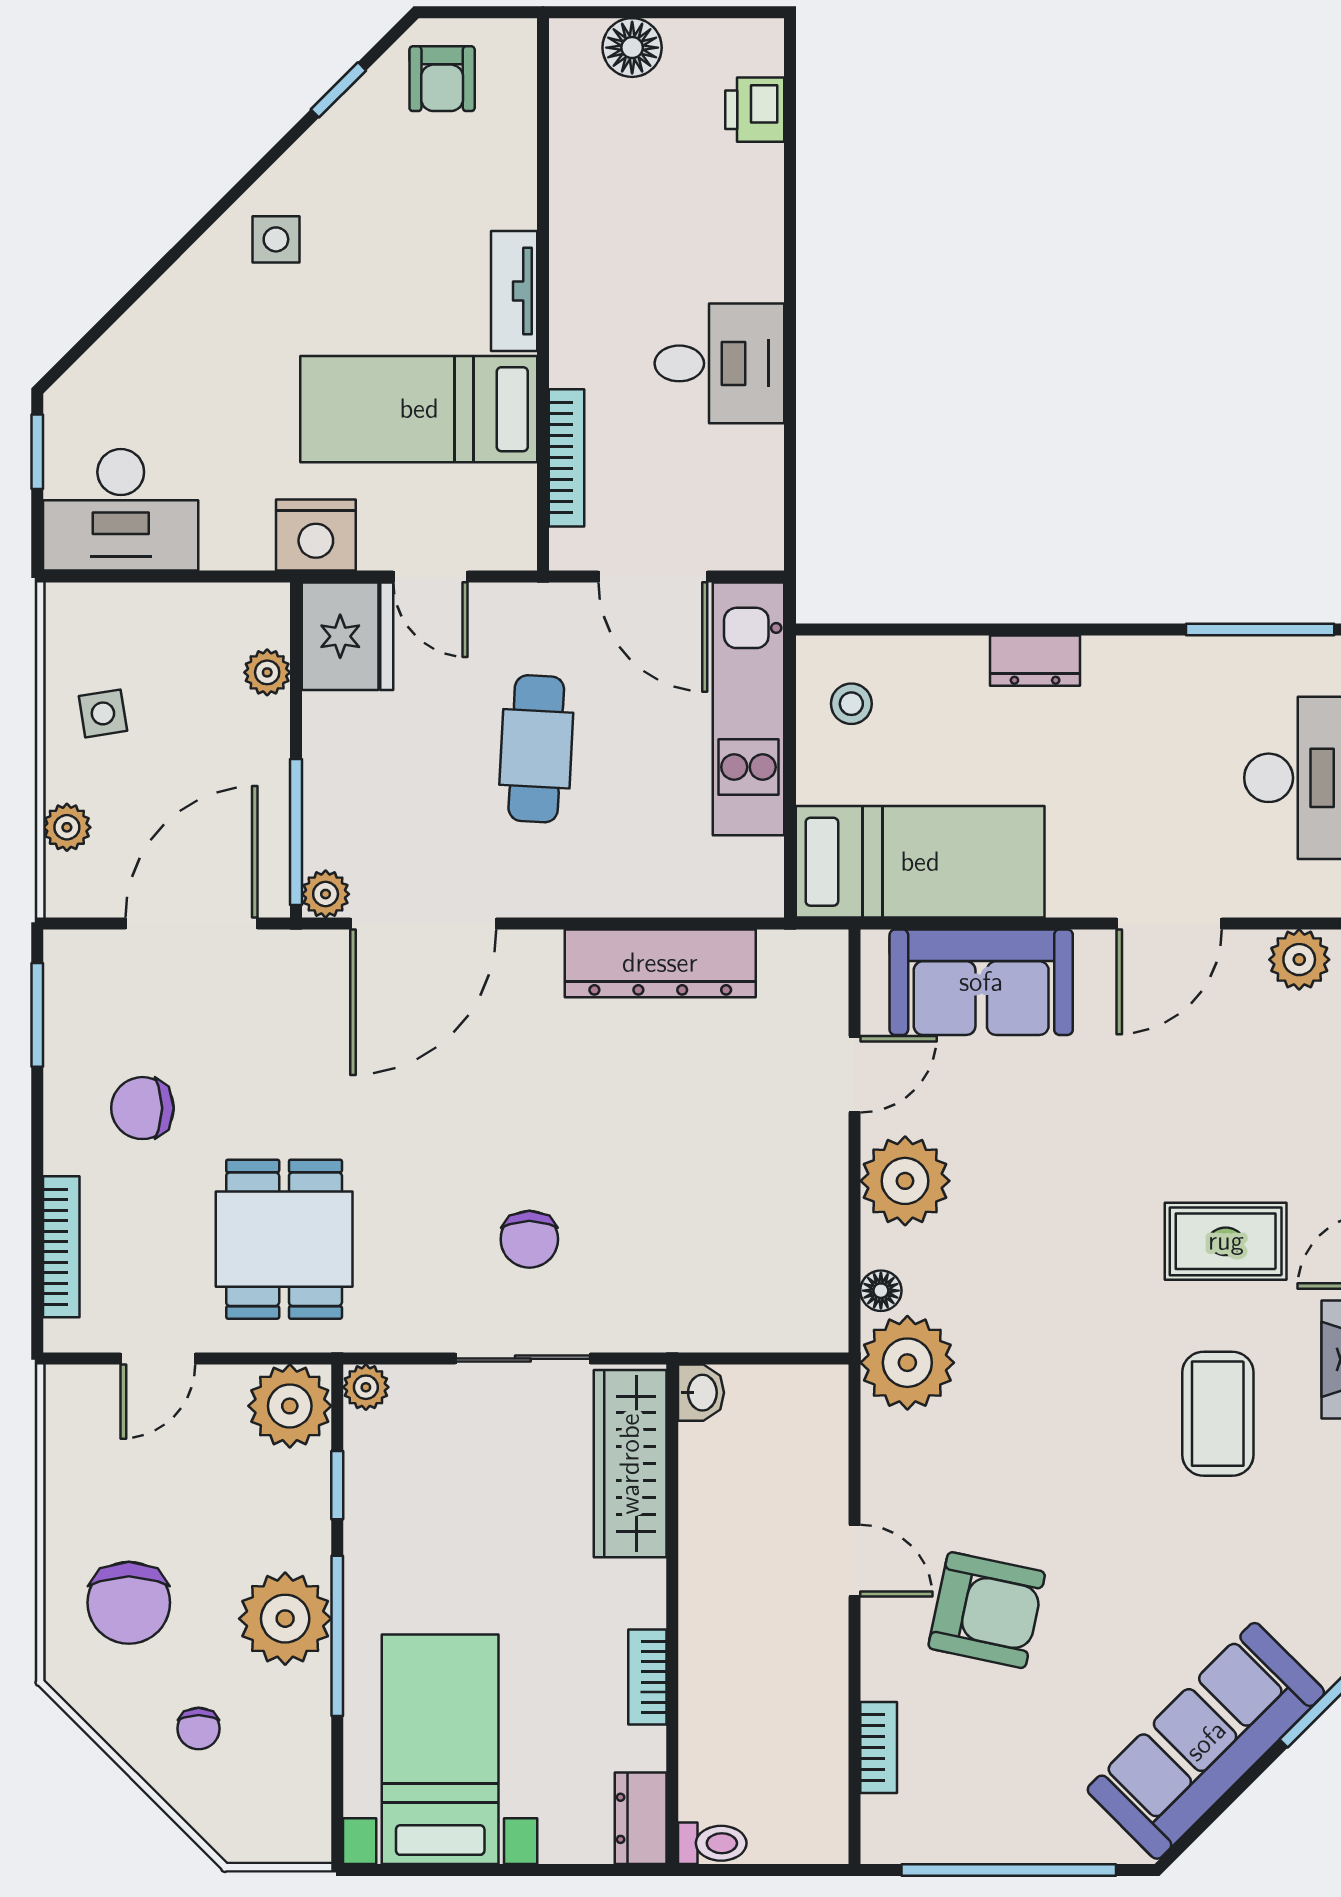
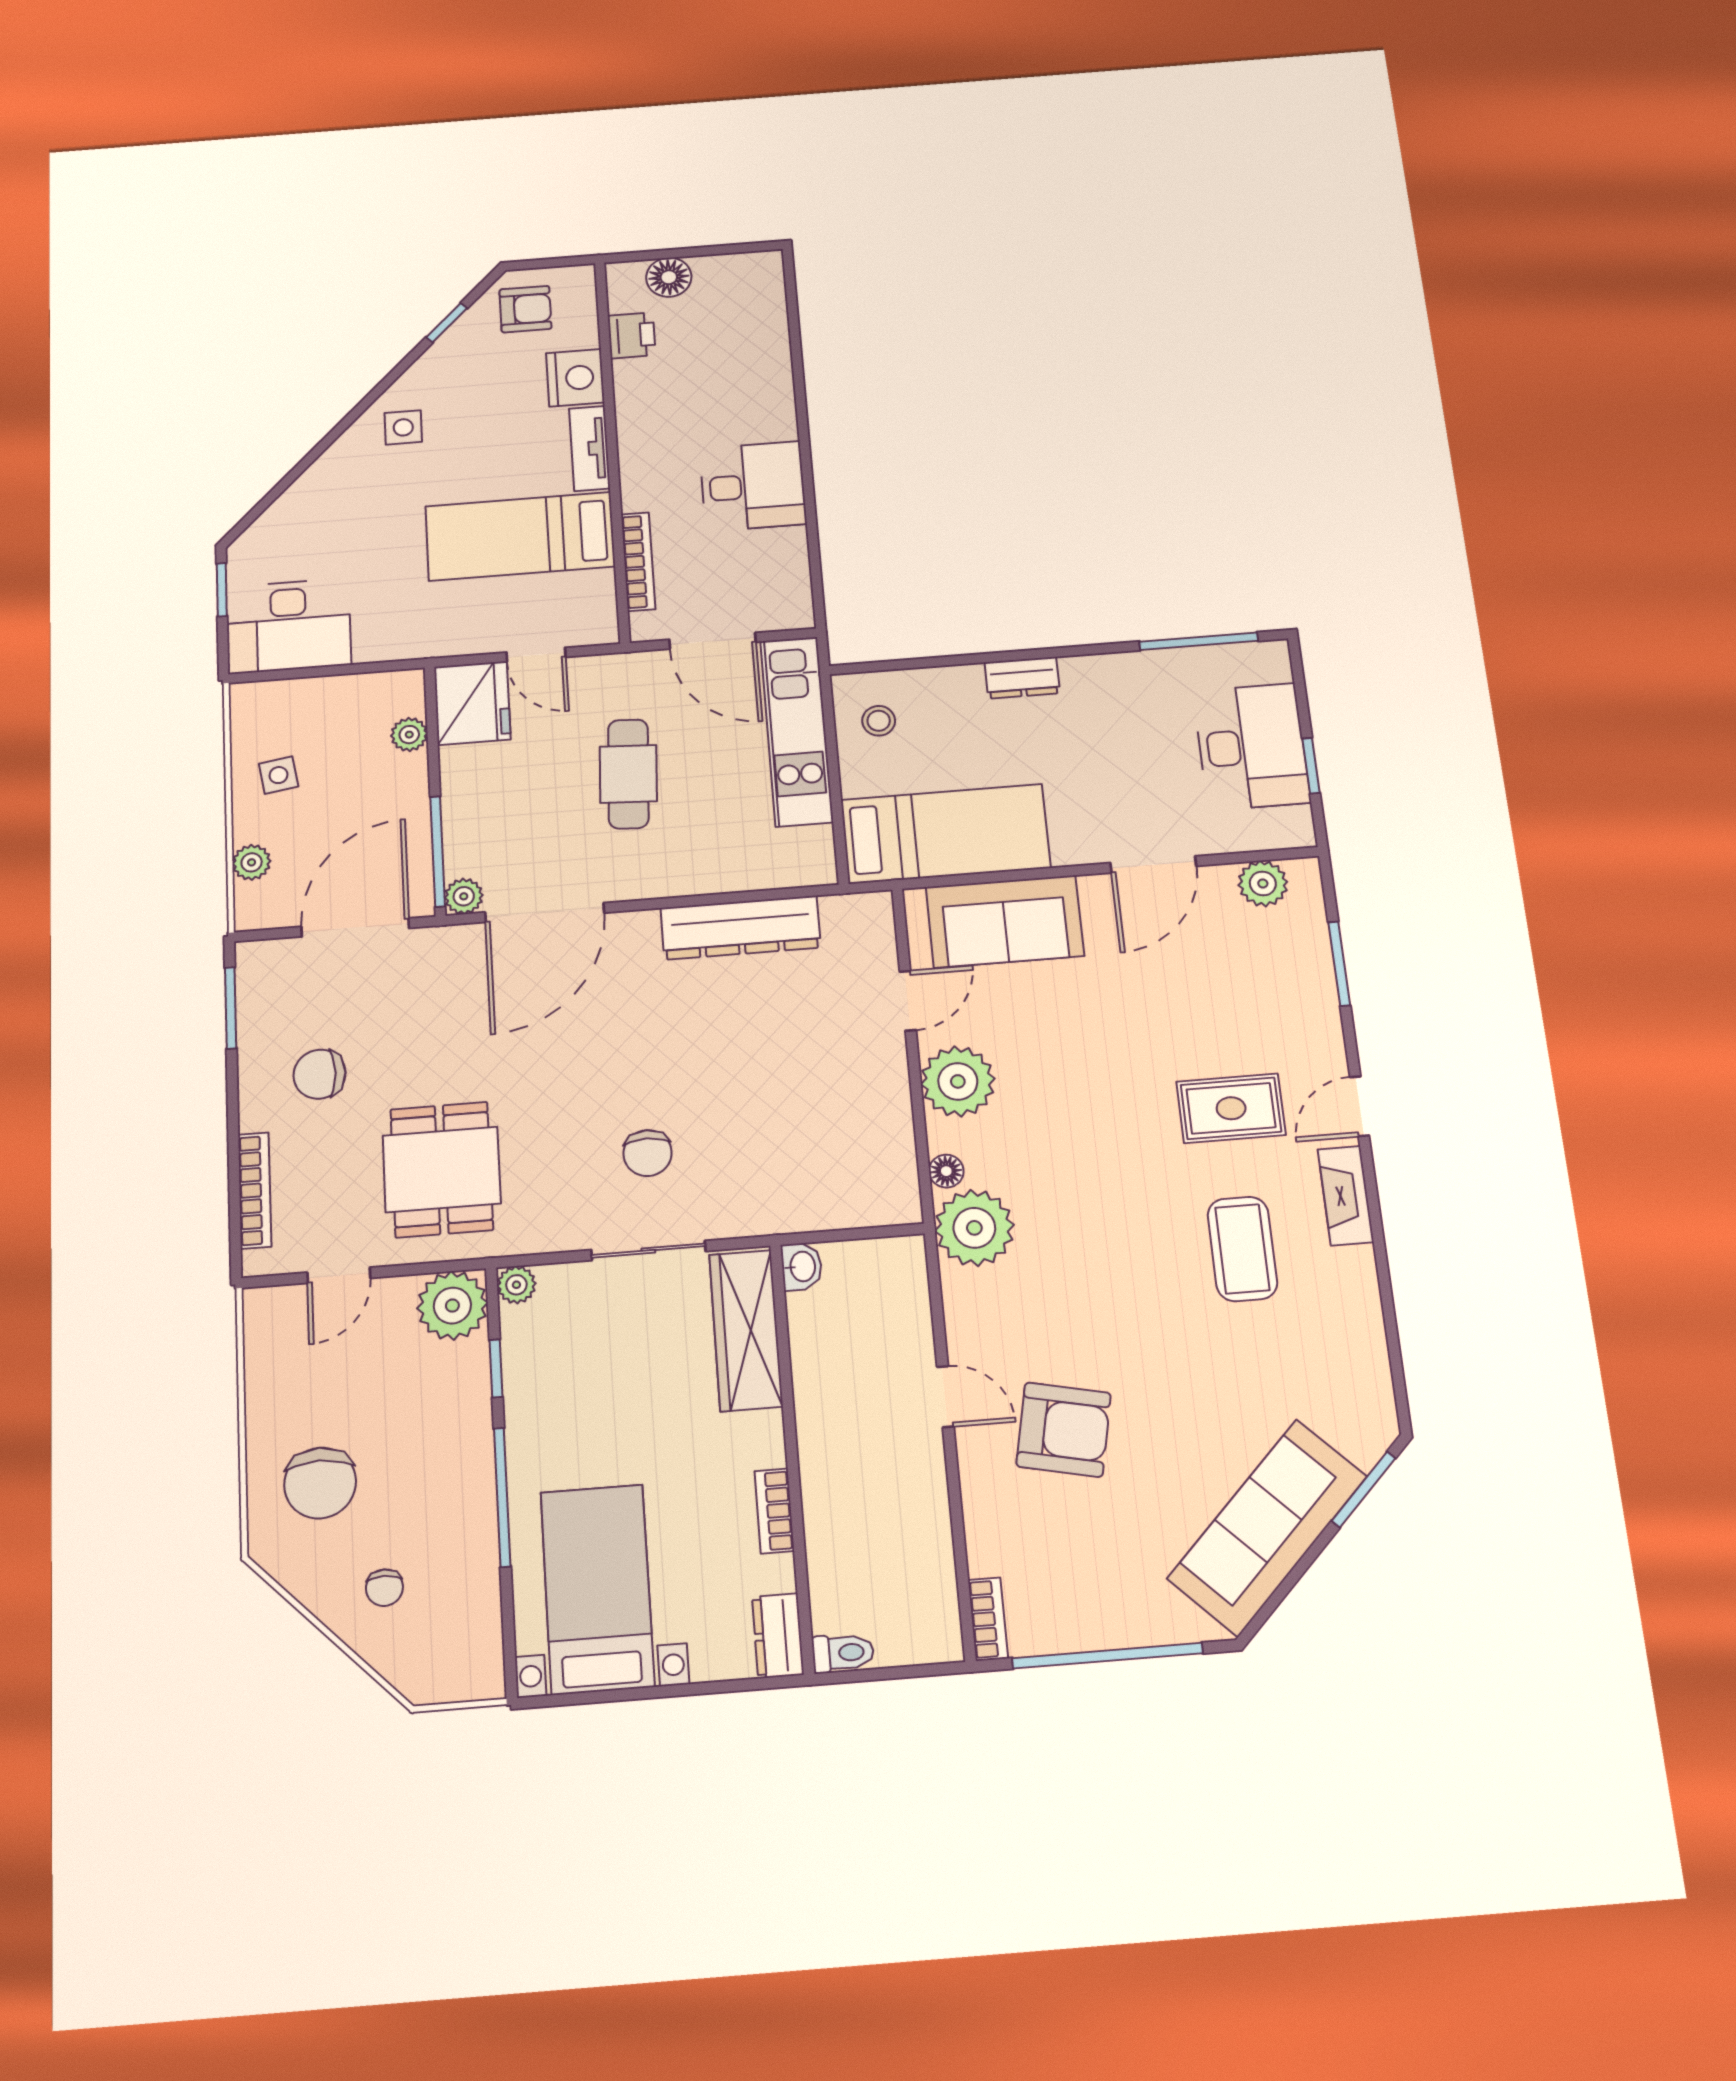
armchair: (442, 79) -> (525, 309), turned -90
printer: (755, 110) -> (632, 335), moved, turned 180
nightstand: (316, 535) -> (575, 378), moved, turned -90
plant: (285, 1619) -> (456, 1486), removed
bookcase: (879, 1748) -> (988, 1619), moved

